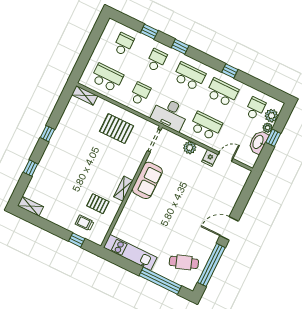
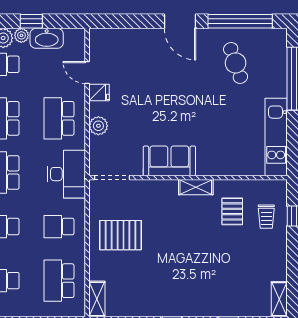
pallet: (117, 129) -> (121, 235), turned 90
cafe table: (184, 262) -> (236, 63), moved

